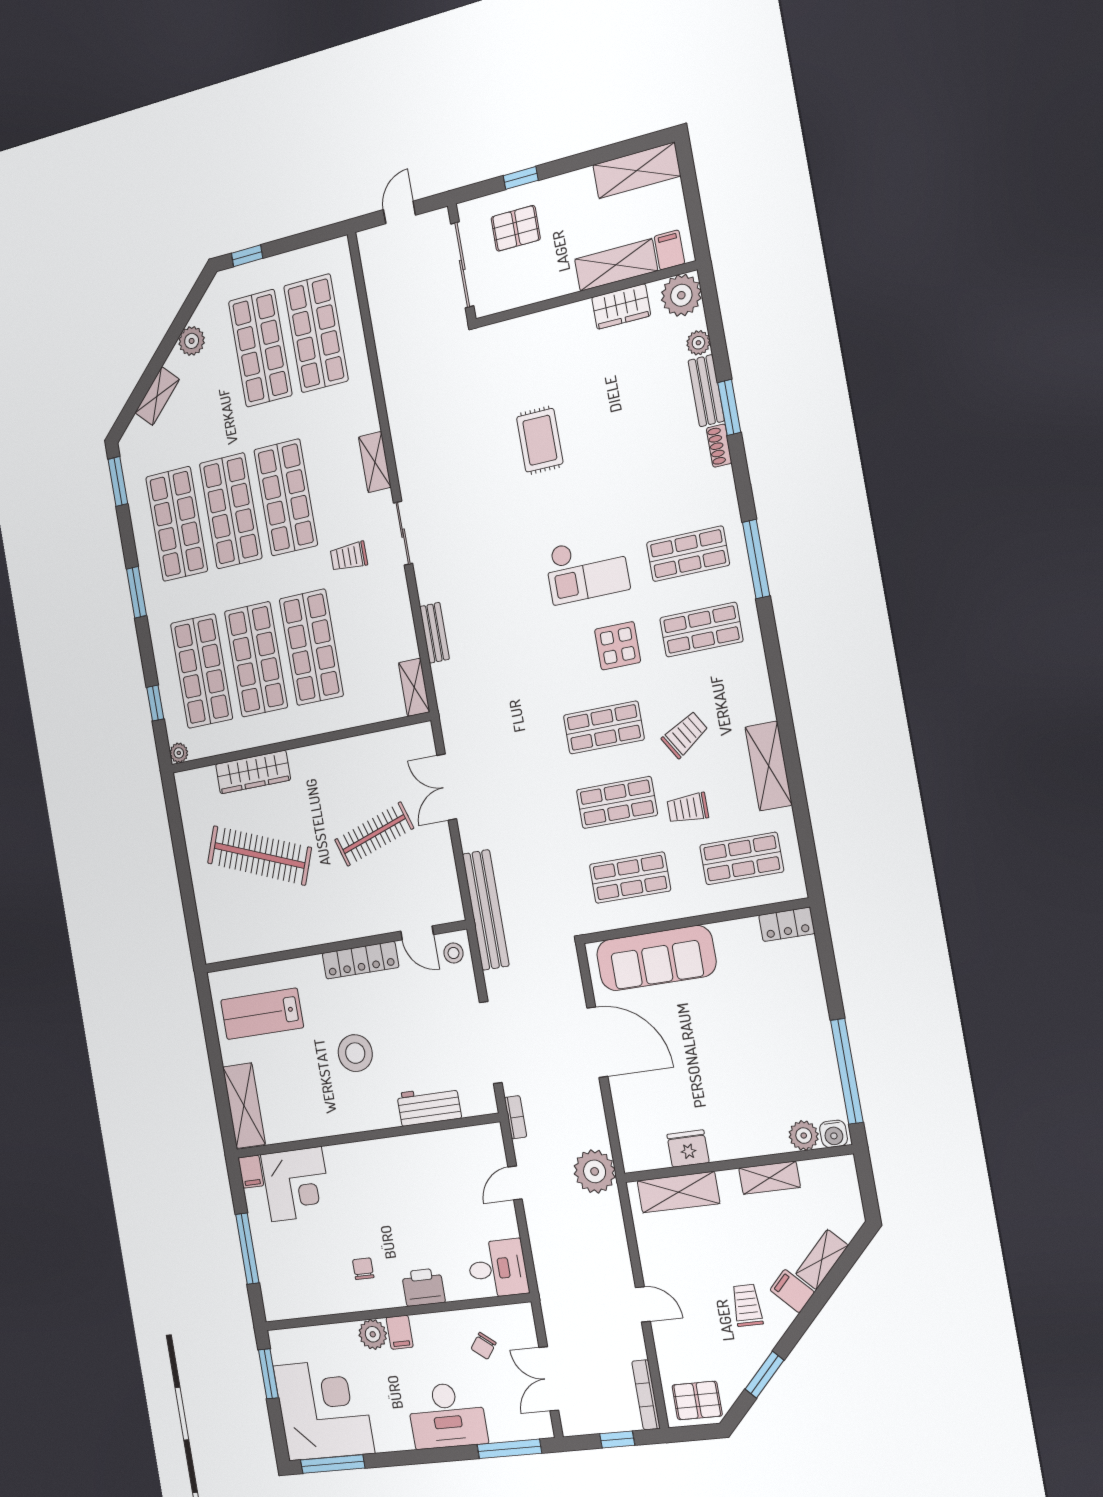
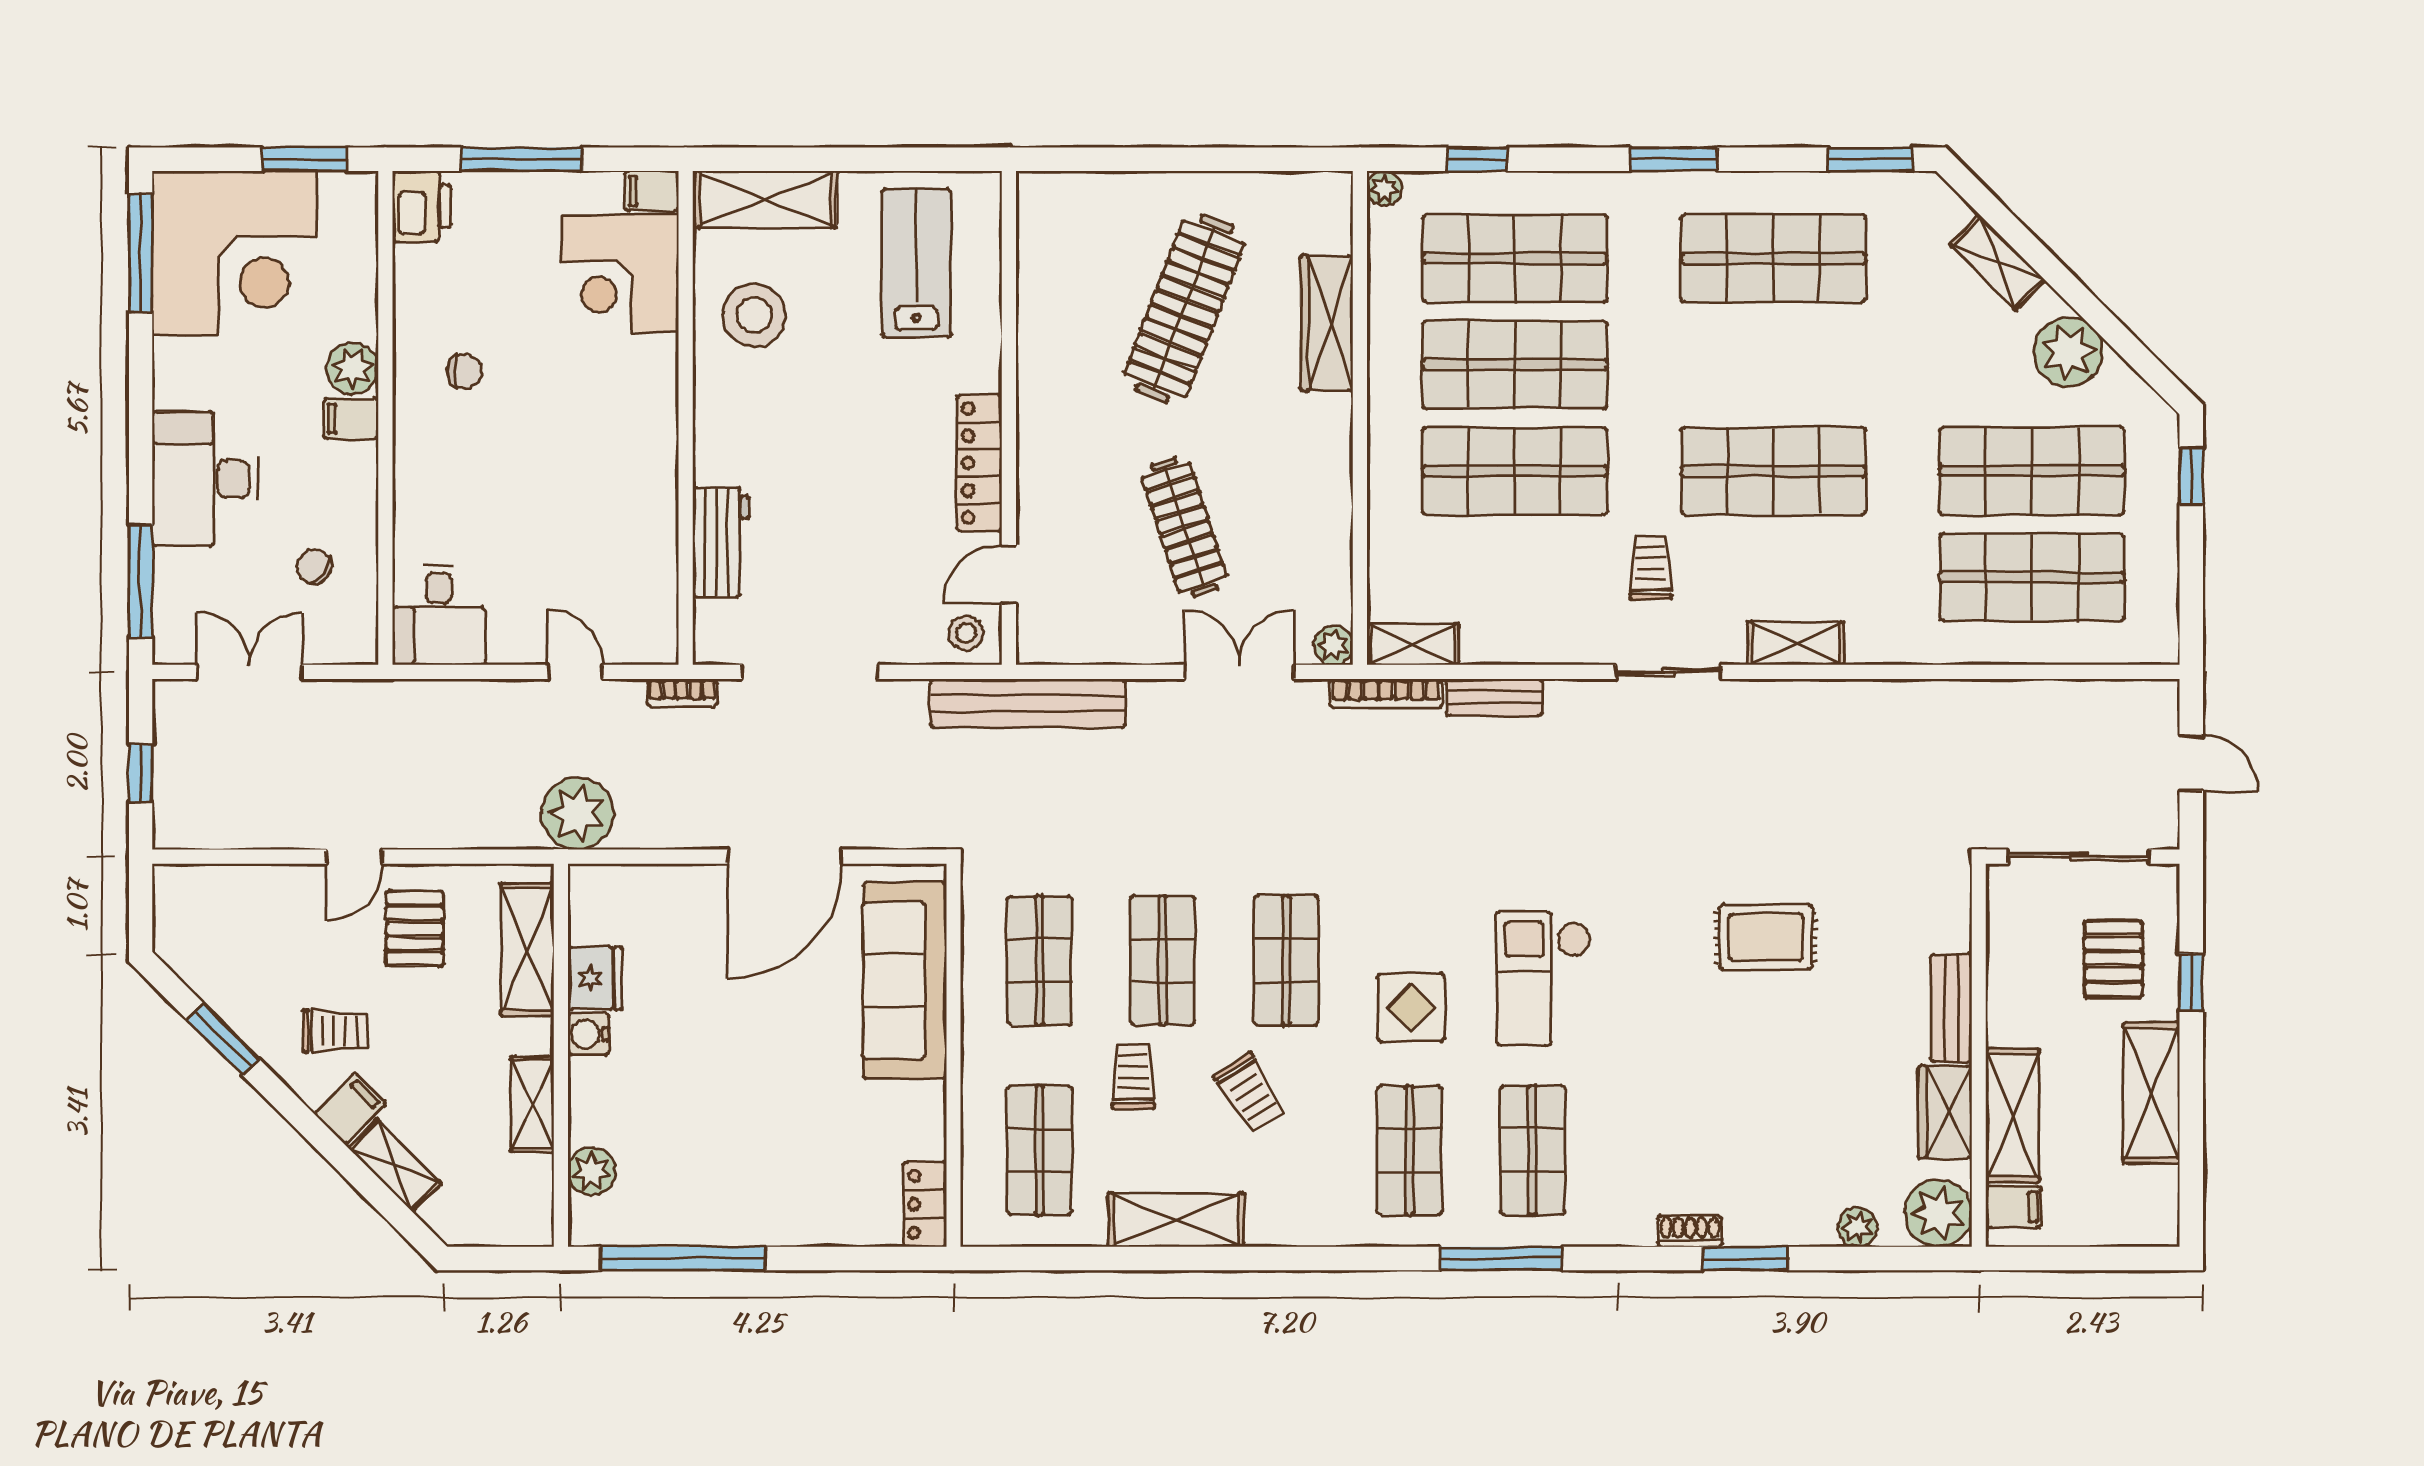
shelving: (637, 170) -> (2152, 1093), moved
plant: (192, 341) -> (2068, 352), width x1.36, depth x1.36
bench: (706, 391) -> (1951, 1008), moved, turned 90
shop shelf: (231, 511) -> (1773, 365), removed
plant: (423, 734) -> (1333, 645), added
stool: (355, 1053) -> (754, 315), moved
water cooler: (834, 1134) -> (588, 1034), moved
printer: (423, 1287) -> (422, 206), moved
bookcase: (646, 1395) -> (1386, 693), moved, turned 180
pallet: (697, 1400) -> (415, 929), moved

